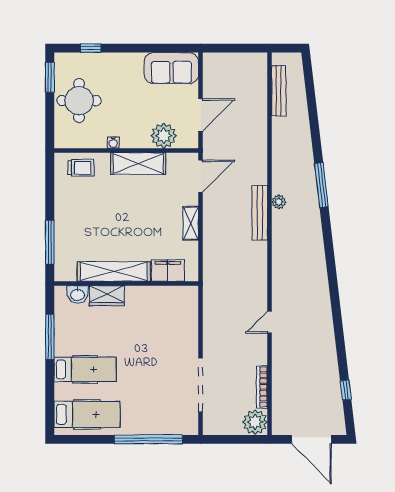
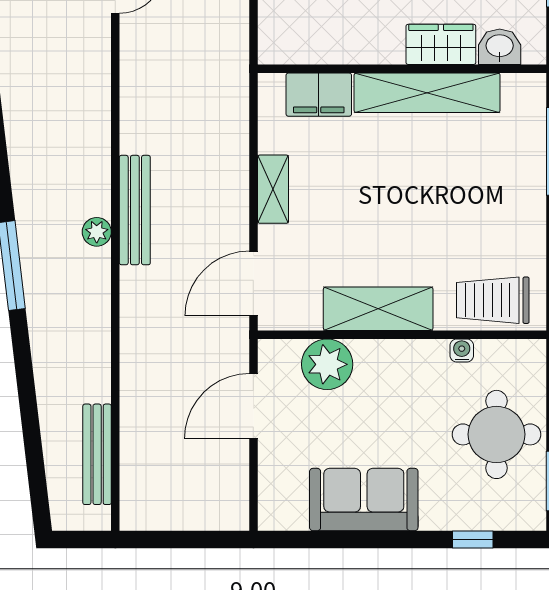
sofa: (171, 68) -> (364, 500), moved
water cooler: (113, 143) -> (462, 350), moved
trolley: (81, 168) -> (493, 300), width x1.36, depth x1.39

